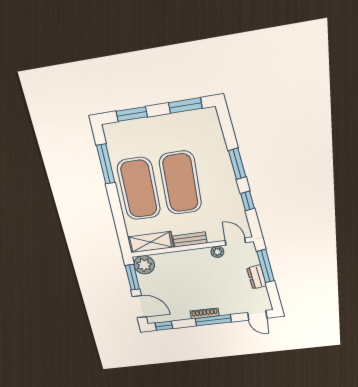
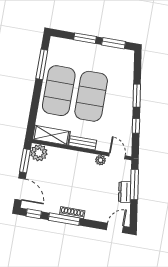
window: (132, 114) -> (85, 38), moved
door: (257, 315) -> (115, 228), swing flipped
window: (213, 320) -> (64, 219), moved

